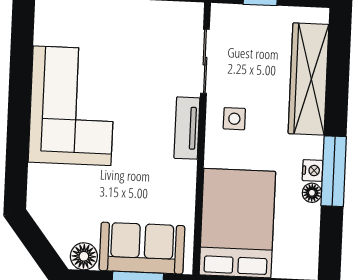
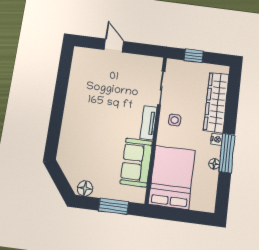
corner sofa: (72, 106) -> (87, 105), removed
nightstand: (313, 170) -> (217, 139), moved
sofa: (142, 248) -> (136, 162), moved, turned -90

